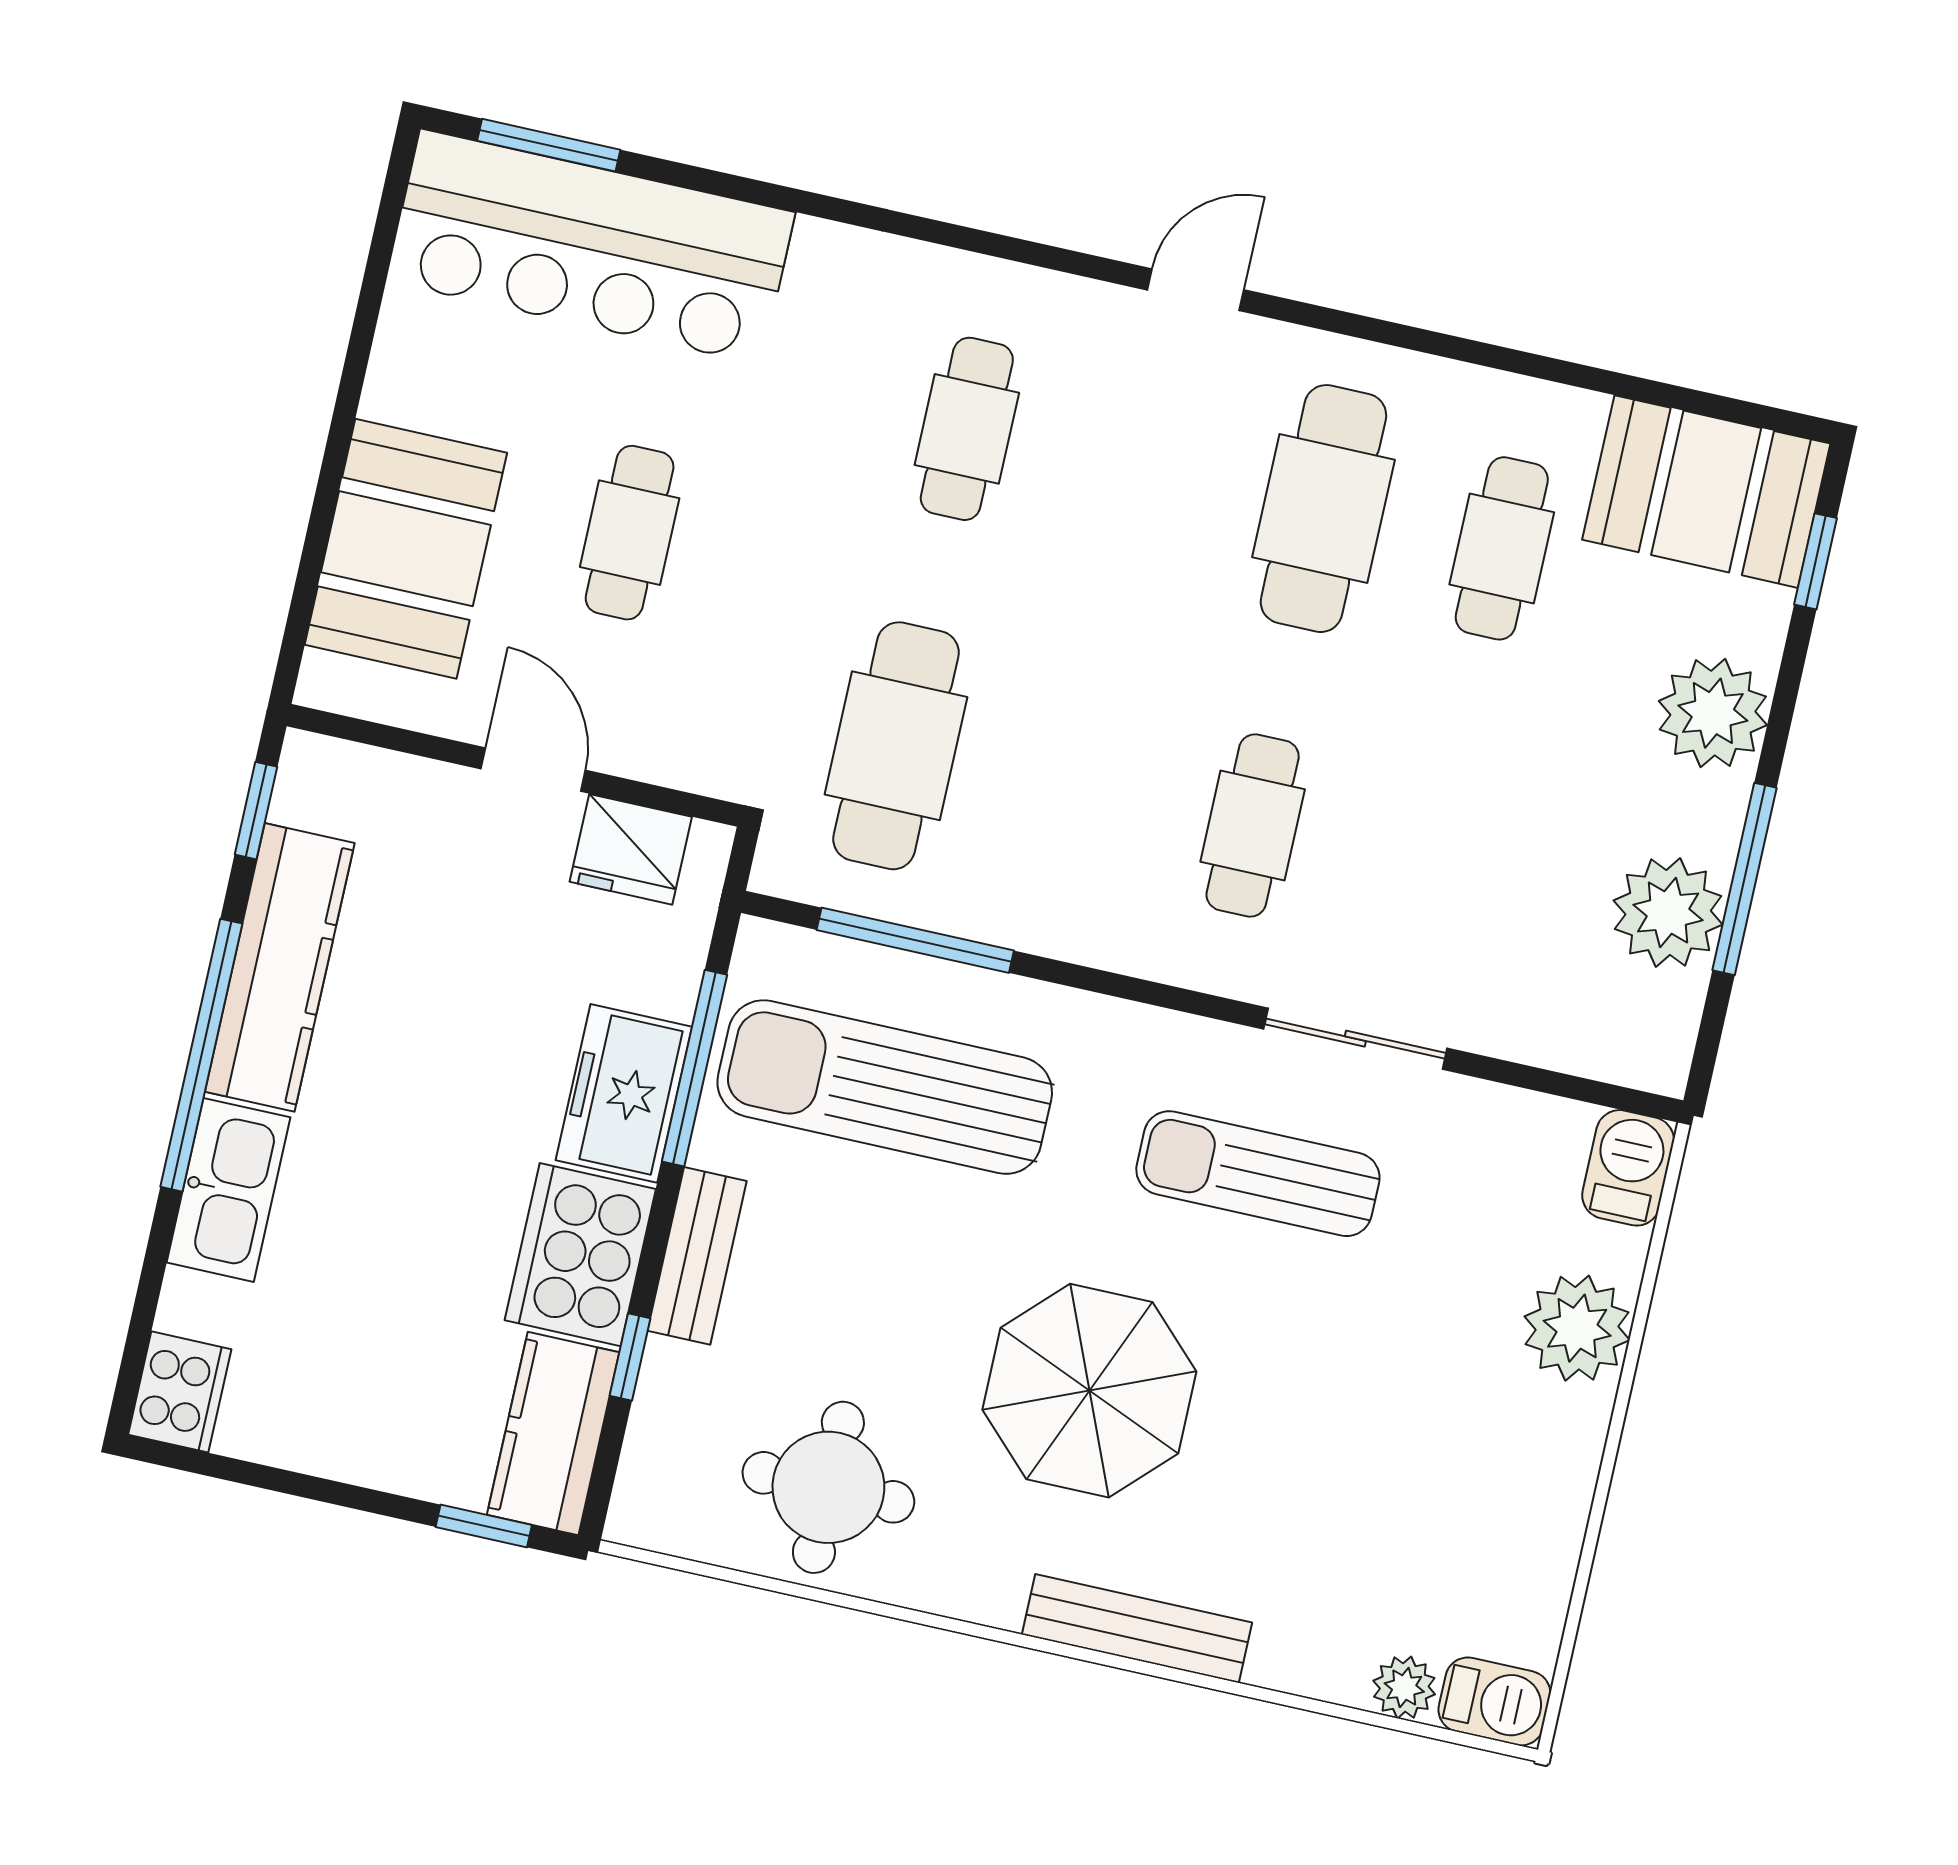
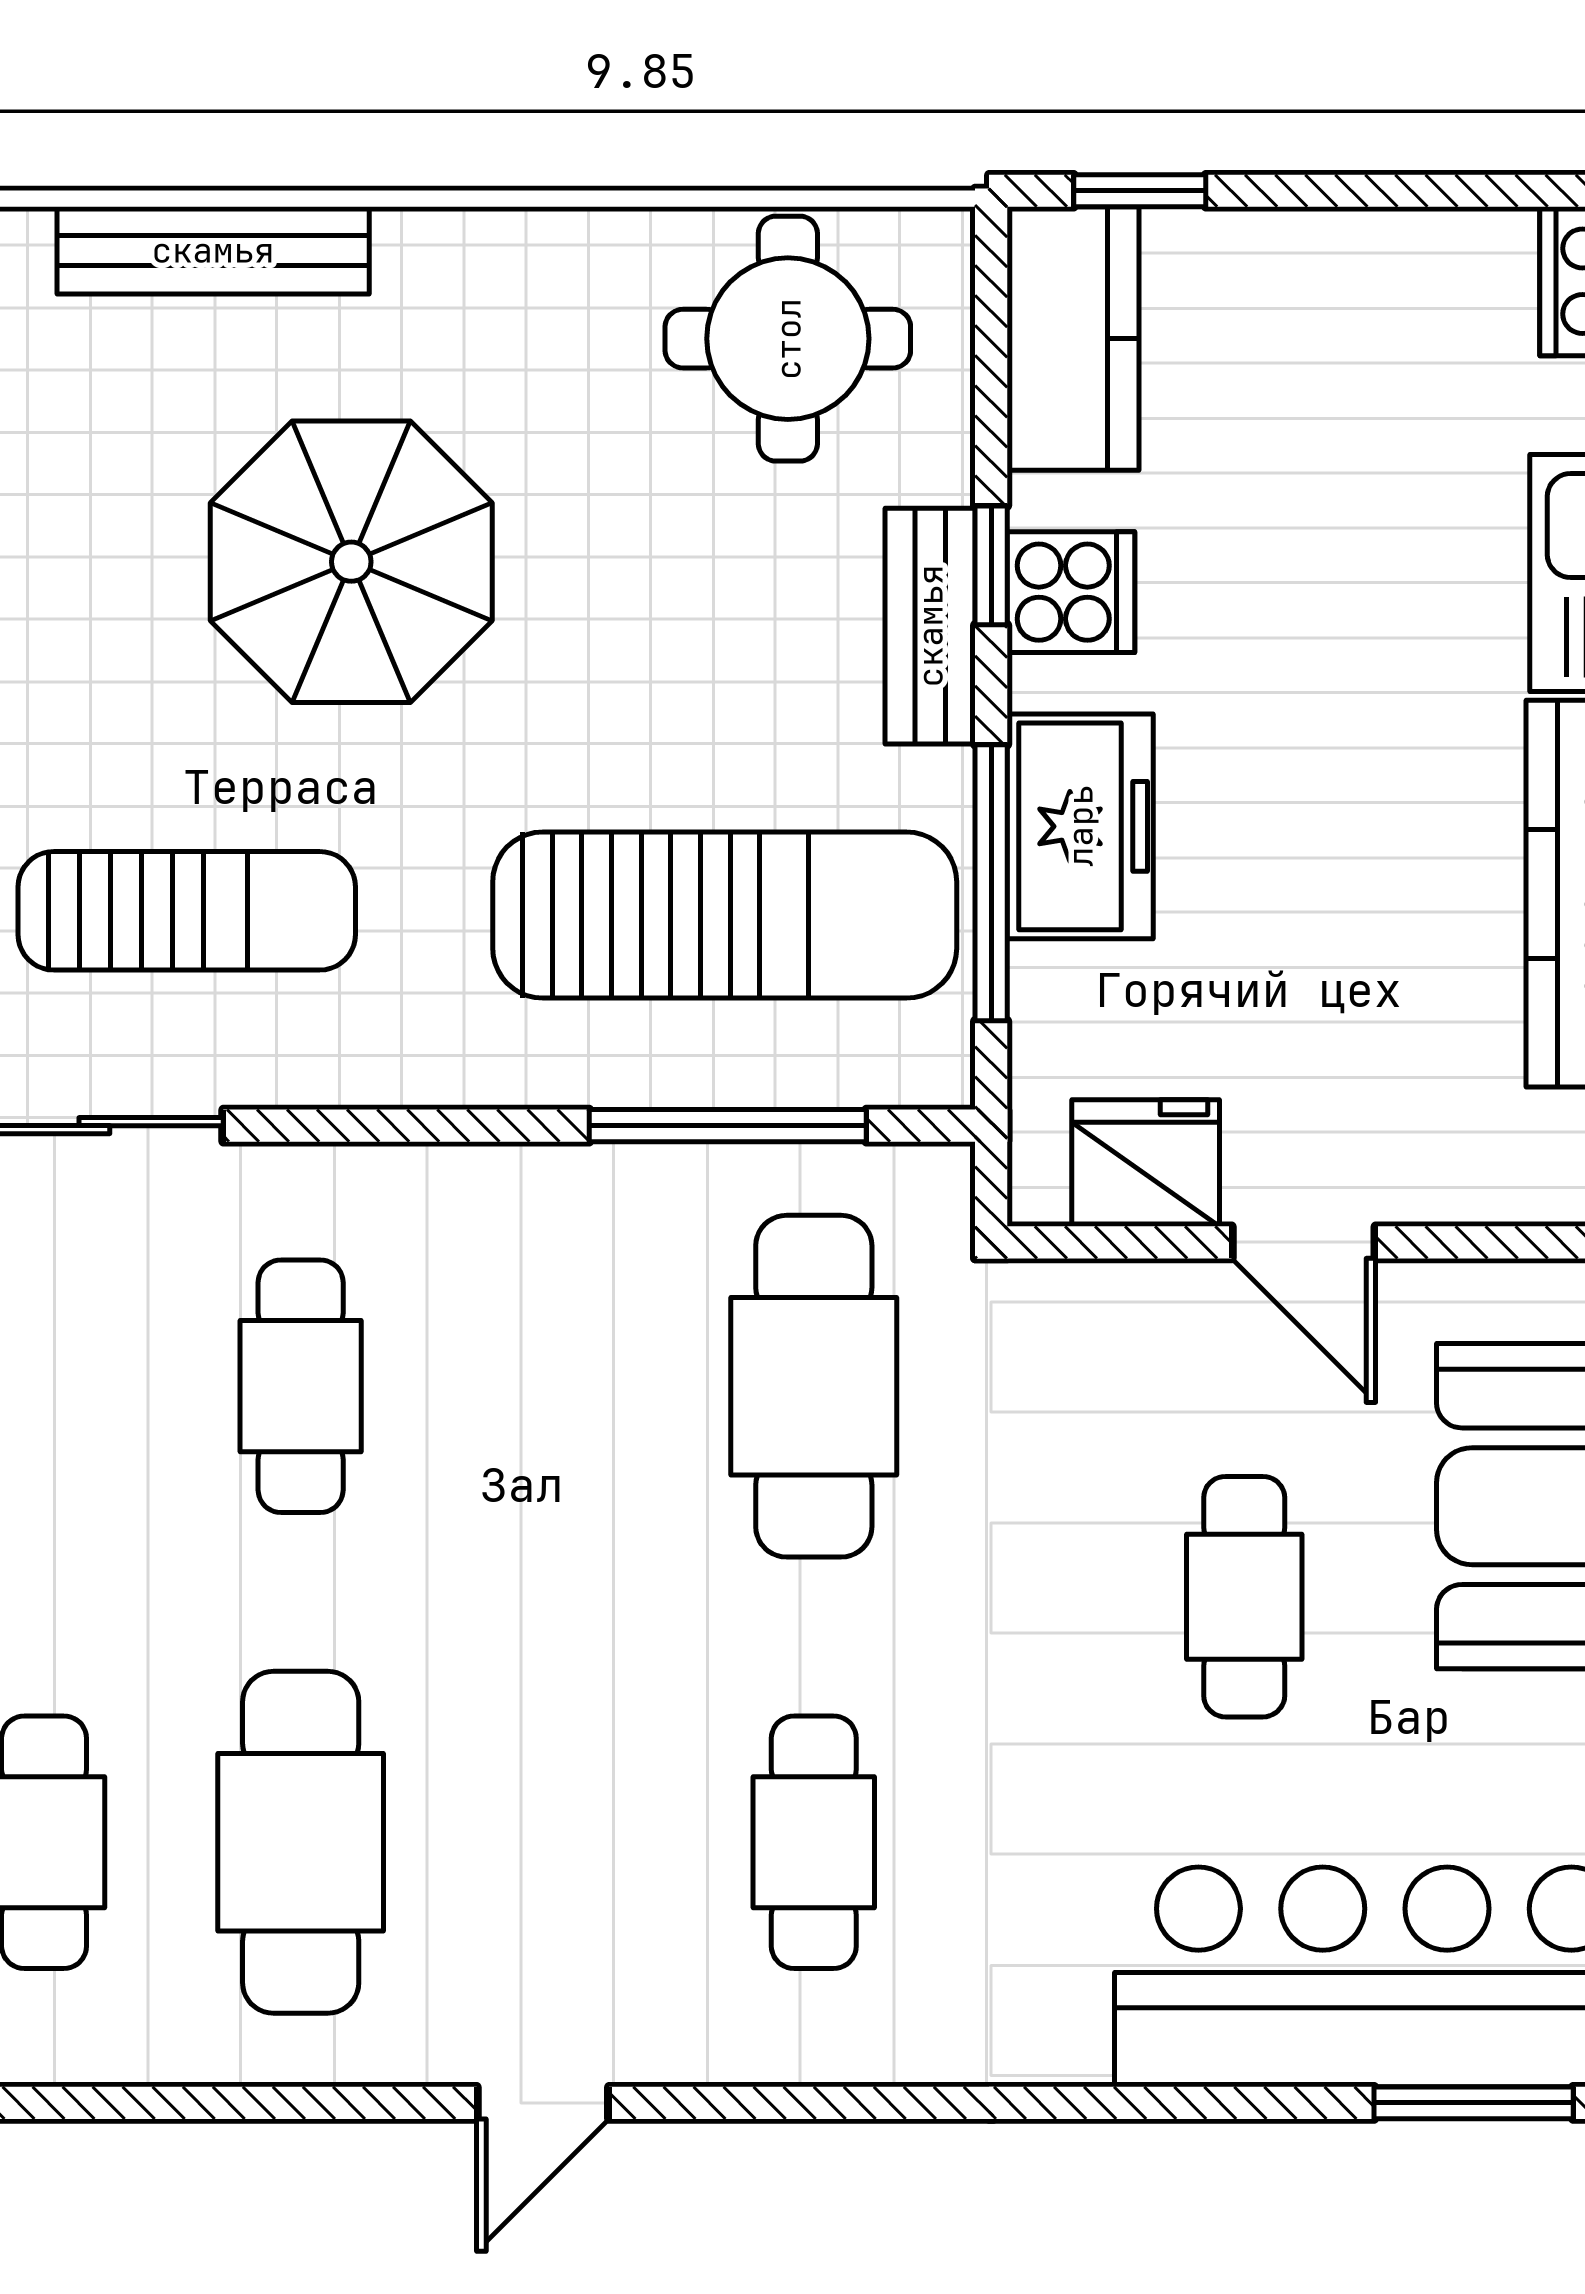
cooker: (580, 1255) -> (1071, 592), width x0.53, depth x0.76
window: (630, 1357) -> (991, 565), moved
round table: (828, 1487) -> (788, 339), moved

